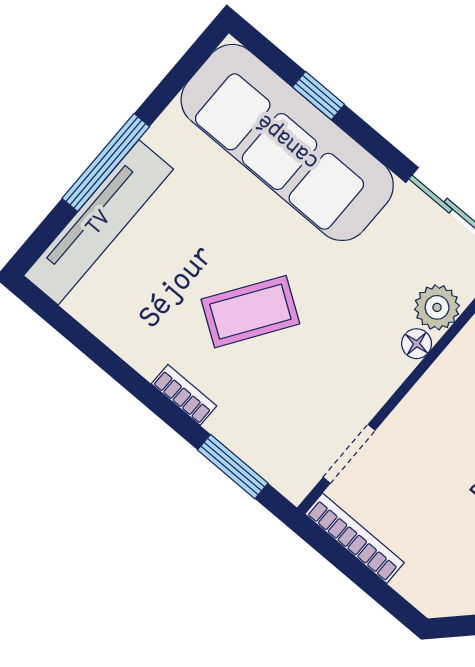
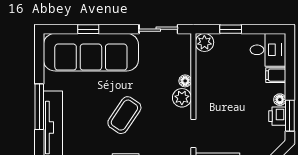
plant: (437, 307) -> (182, 98), moved

